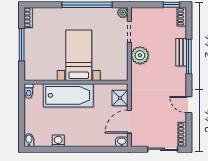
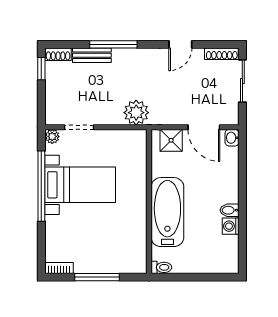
bench: (181, 52) -> (92, 55), moved
bed with nightstands: (79, 55) -> (80, 185), moved, turned 180
plant: (140, 55) -> (136, 113), moved
bidet: (29, 140) -> (229, 210), moved

